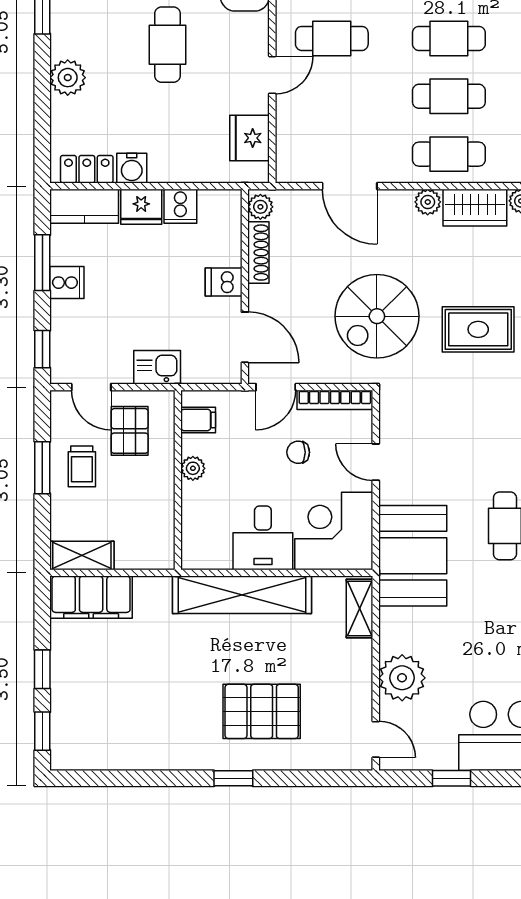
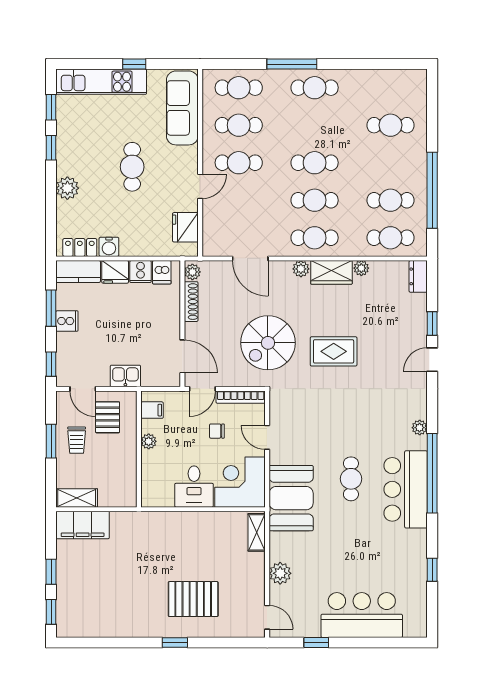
dishwasher: (224, 282) -> (162, 272), moved, turned -90
shelving: (242, 595) -> (180, 523), removed
plant: (402, 678) -> (280, 573), width x0.73, depth x0.73

